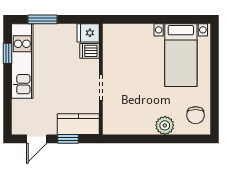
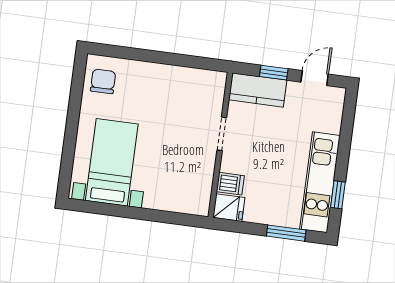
plant: (165, 125) -> (145, 73), removed

